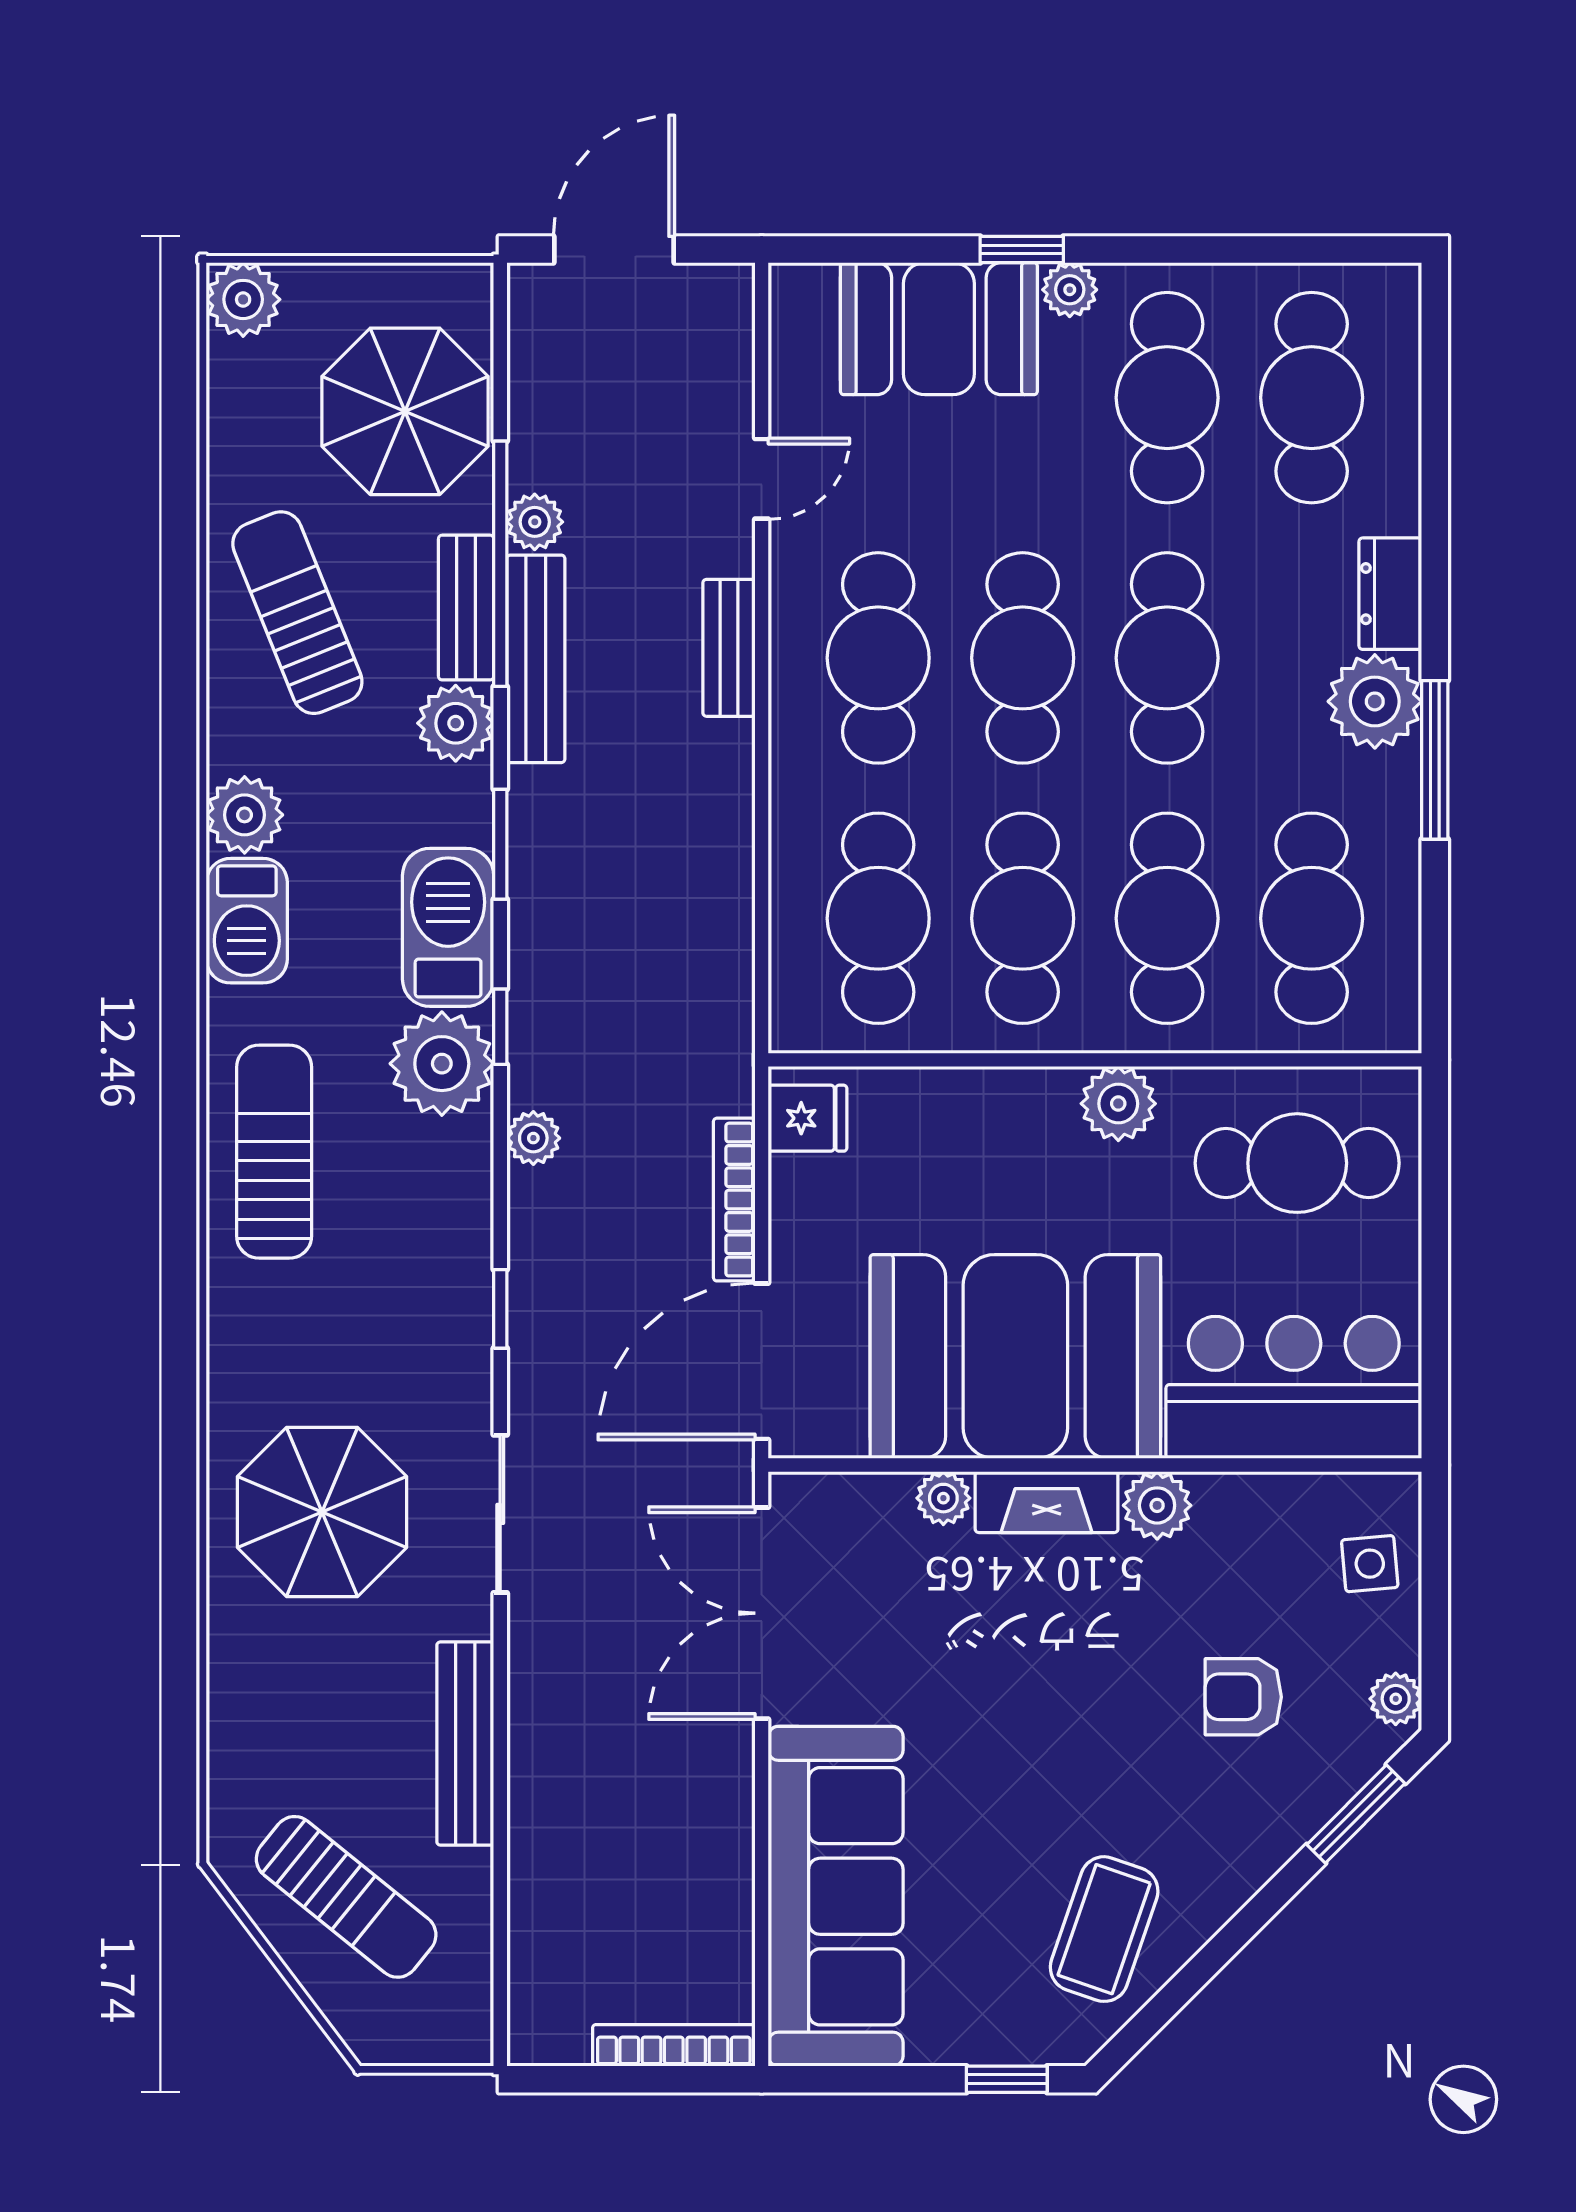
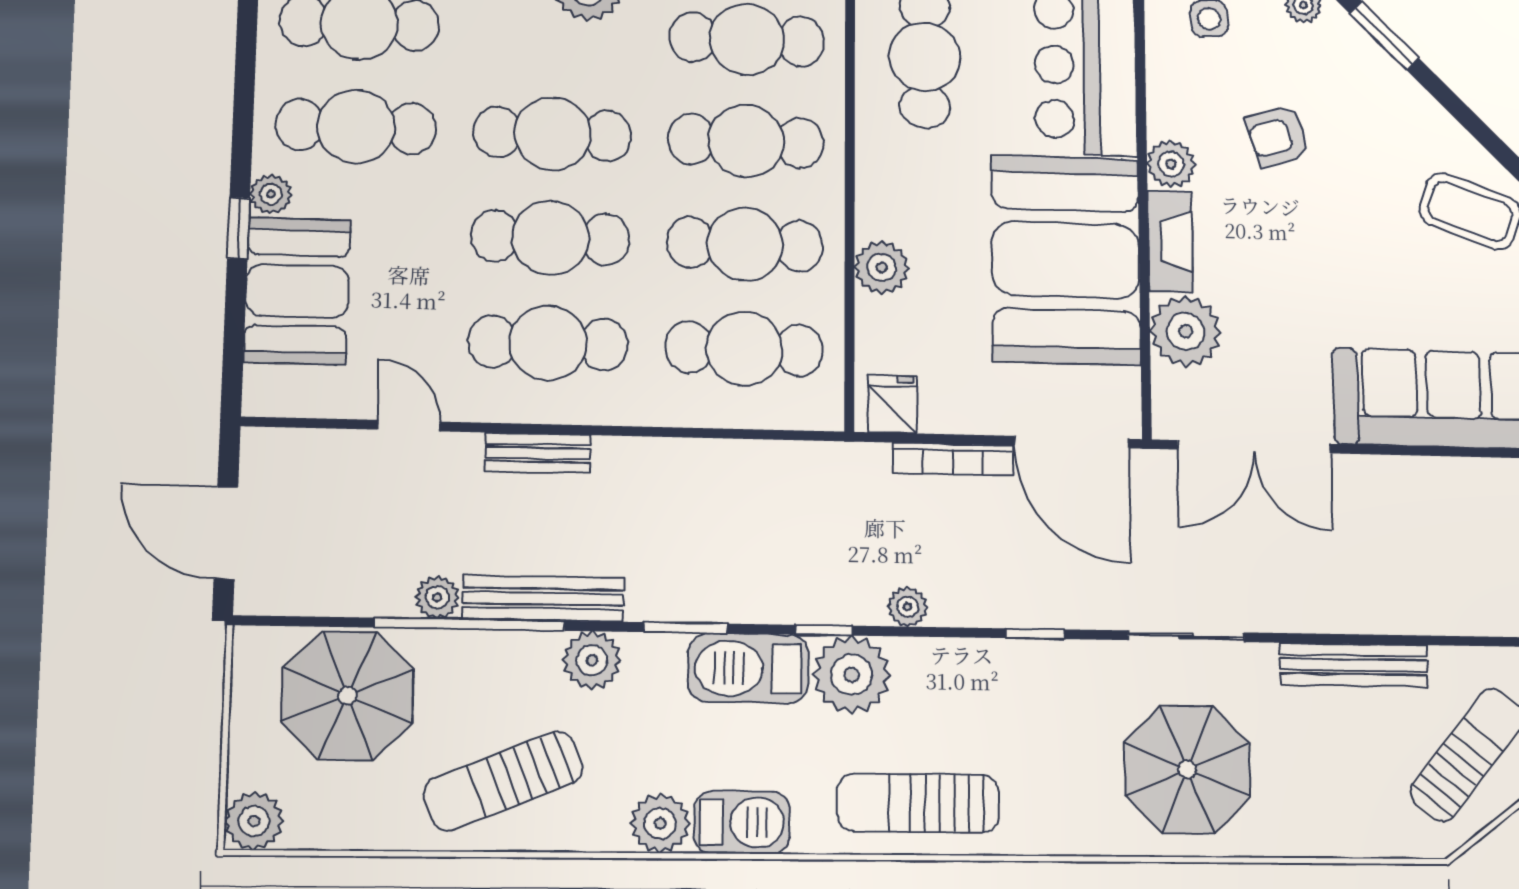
bench: (466, 608) -> (502, 651), removed
plant: (1118, 1104) -> (882, 268), moved
plant: (943, 1498) -> (1186, 331), width x1.87, depth x1.87
armchair: (1243, 1697) -> (1278, 136), moved, turned 73

